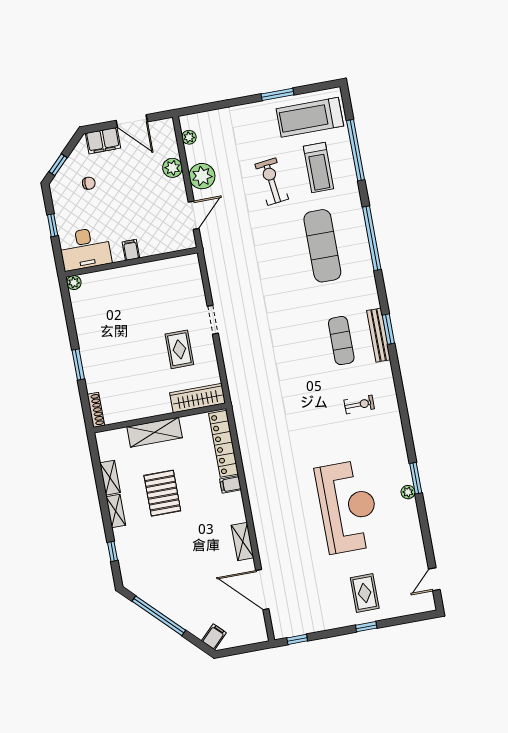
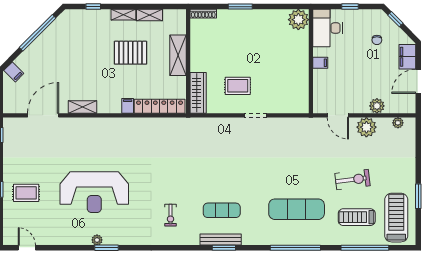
plant: (74, 283) -> (298, 20), width x1.87, depth x1.87

